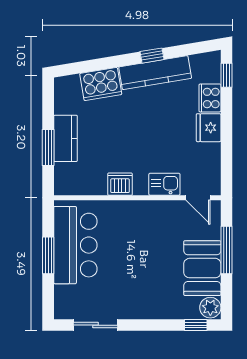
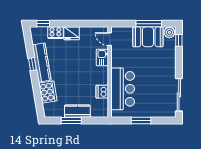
window: (48, 148) -> (71, 121), moved
dishwasher: (120, 184) -> (102, 92), moved
door: (198, 198) -> (110, 39), swing flipped
bar counter: (75, 245) -> (123, 89), moved, turned 90
window: (226, 250) -> (149, 24), moved
sliding door: (96, 325) -> (179, 95), width x1.37

